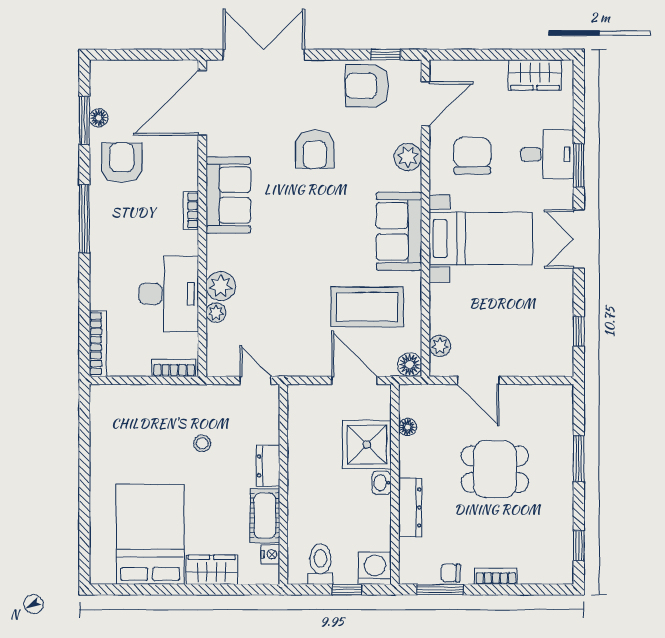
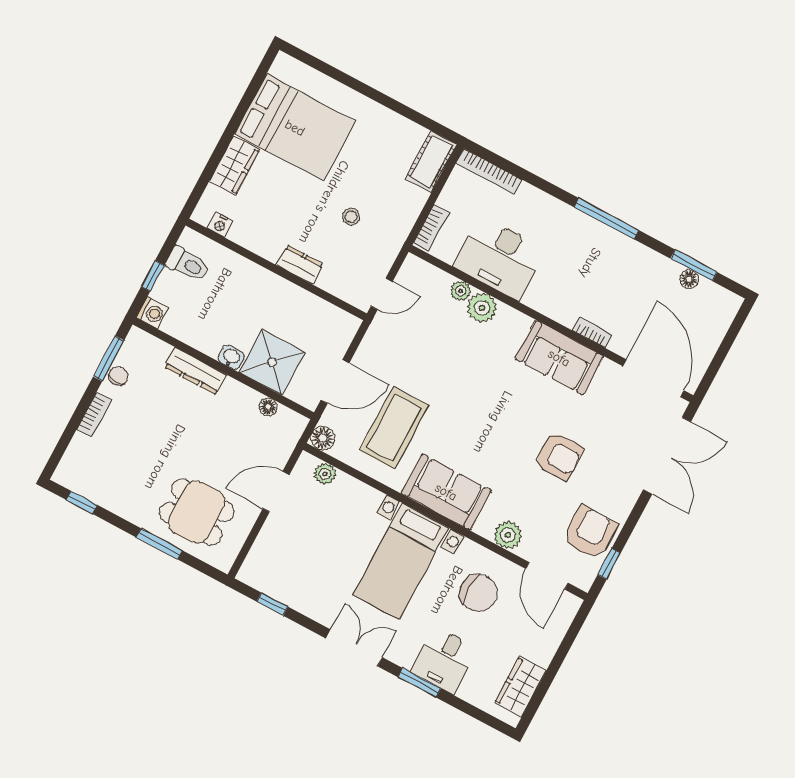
armchair: (315, 149) -> (559, 456), turned 180
armchair: (122, 163) -> (638, 278), removed
bookcase: (191, 210) -> (592, 332), moved
dining table: (495, 469) -> (197, 512), moved, turned 90
cot: (265, 516) -> (431, 162), moved, turned 90
washing machine: (375, 568) -> (152, 313), width x0.73, depth x0.73

